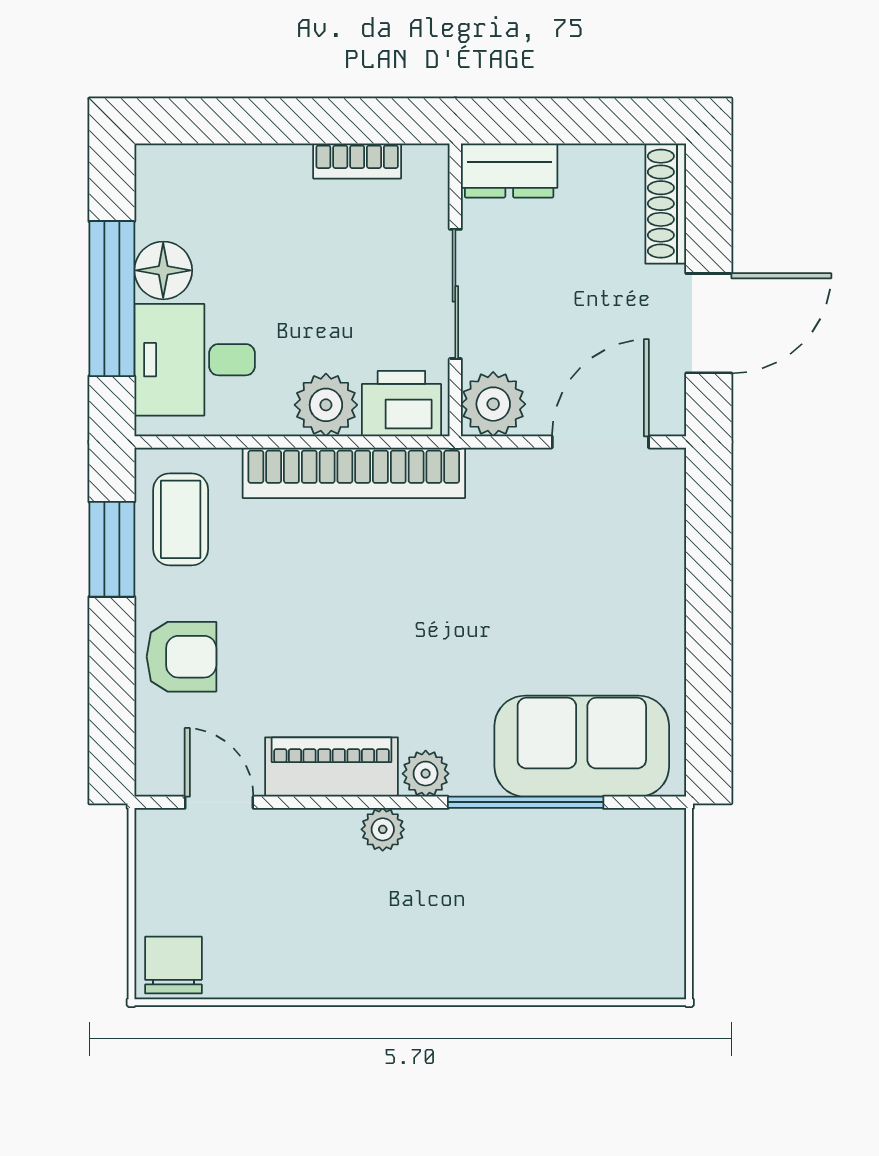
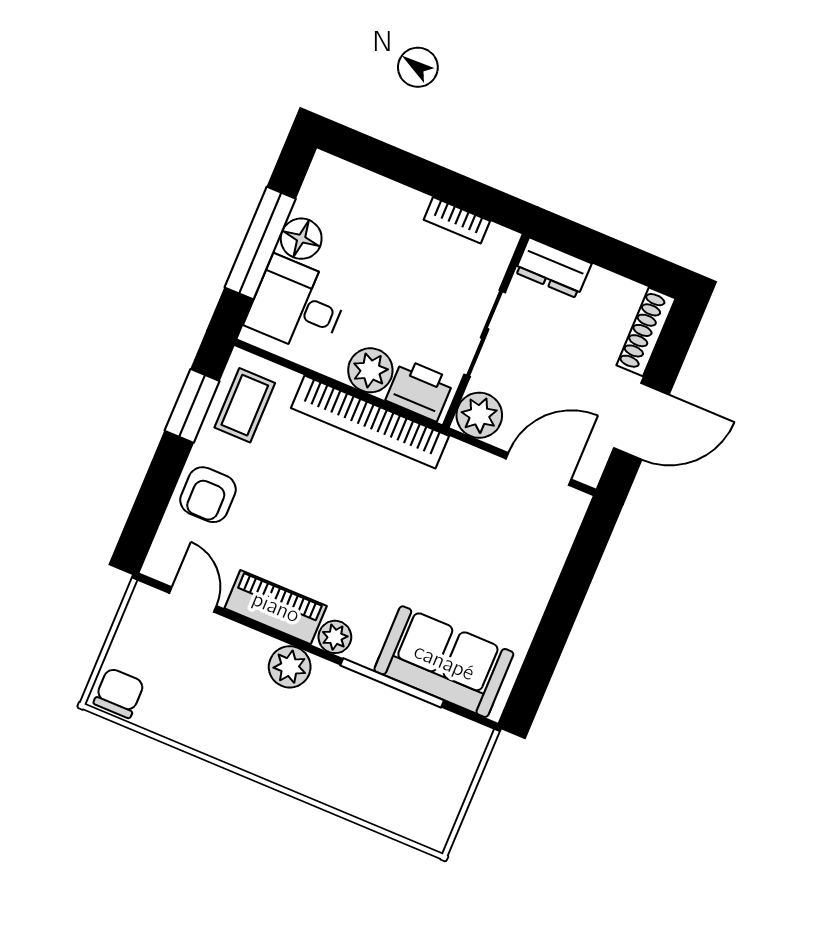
armchair: (181, 657) -> (208, 495), turned 90
plant: (383, 829) -> (290, 667), width x1.38, depth x1.38

